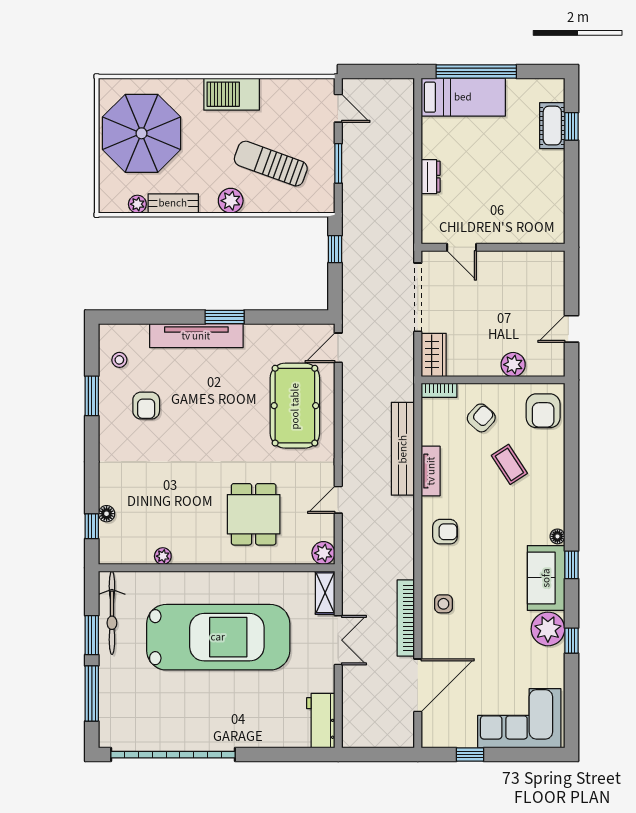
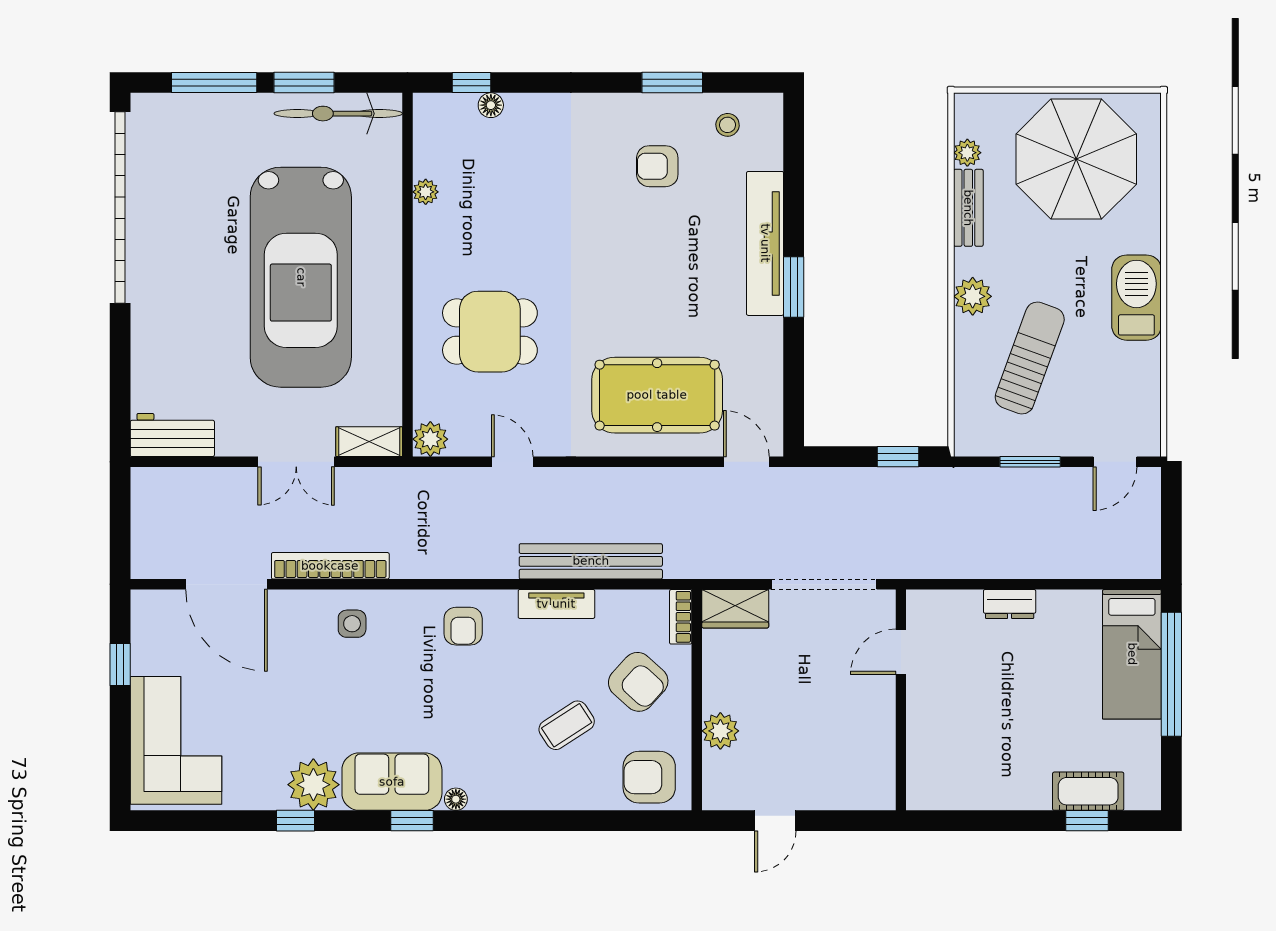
door: (571, 329) -> (775, 821), swing flipped
armchair: (481, 418) -> (638, 682), width x1.38, depth x1.38

